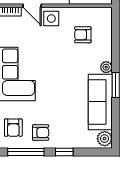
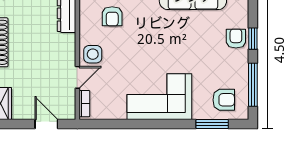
armchair: (41, 133) -> (236, 39), moved

